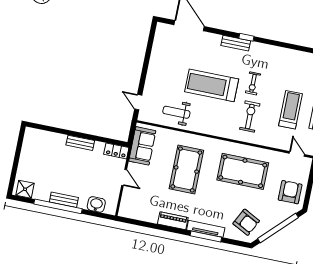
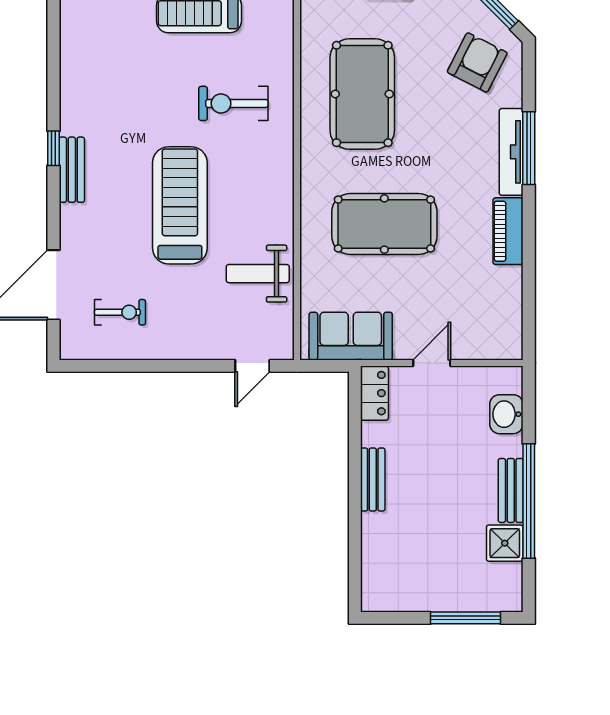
exercise bike: (253, 83) -> (120, 312), moved
treadmill: (212, 85) -> (180, 205), turned 180
weight bench: (176, 112) -> (258, 274), turned 90
window: (14, 170) -> (465, 618), added
shower: (25, 189) -> (505, 543), moved

